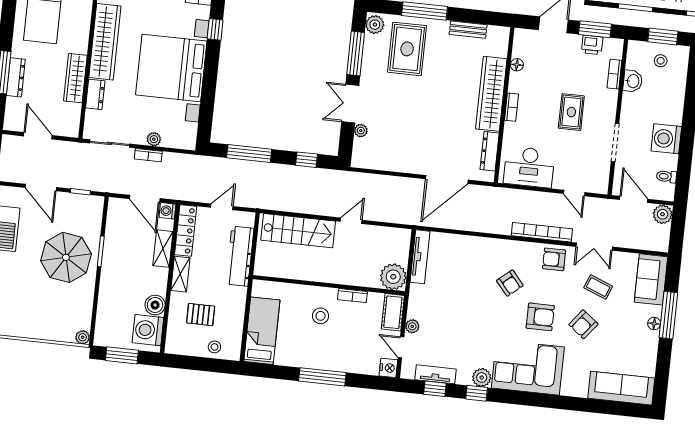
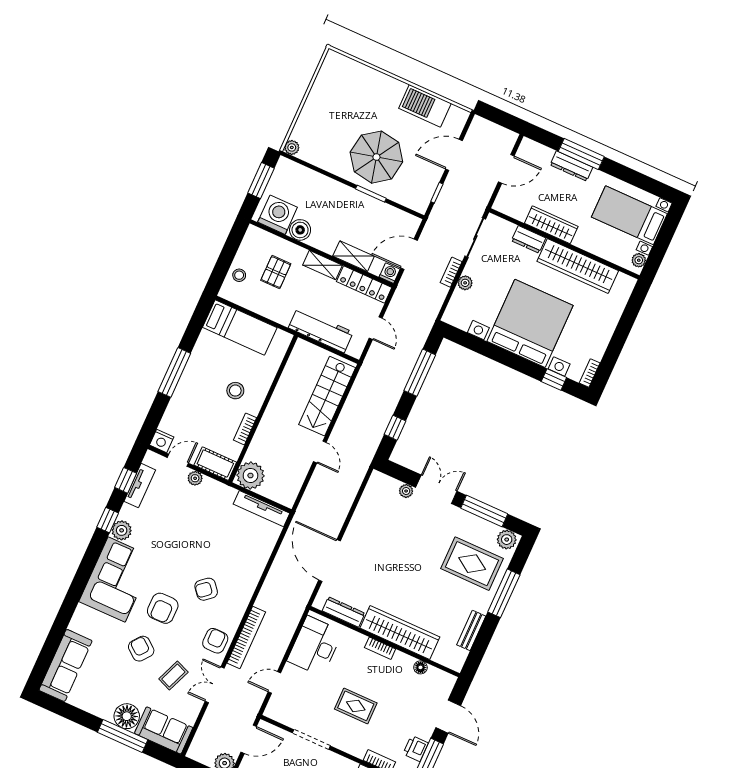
floor lamp: (654, 323) -> (127, 716), width x1.89, depth x1.89

